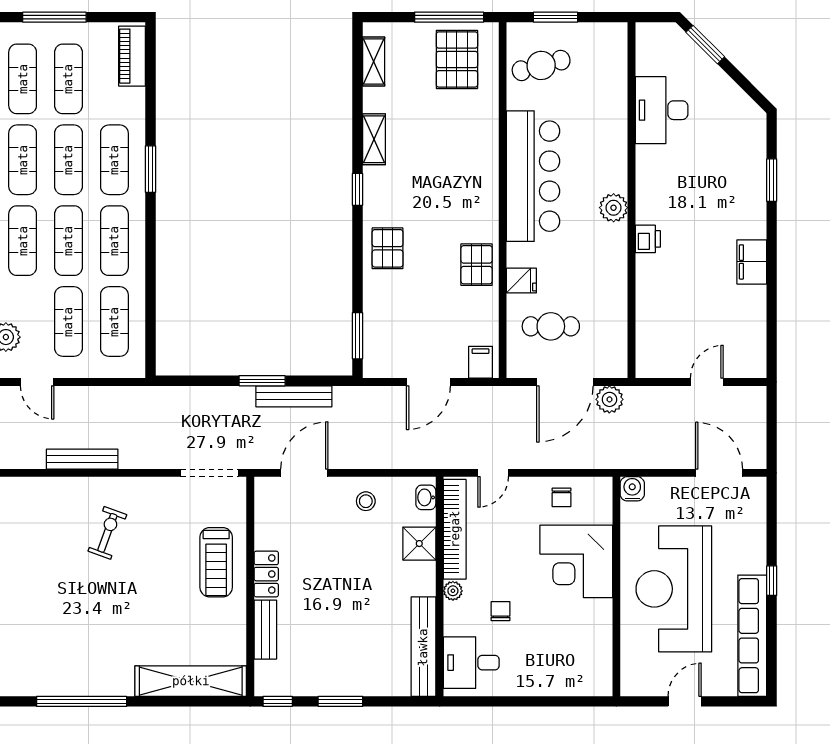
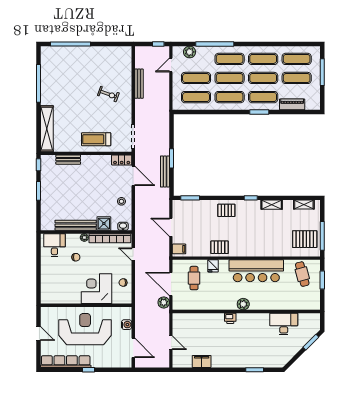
piano: (132, 56) -> (292, 104), moved
filing cabinet: (752, 262) -> (202, 361), moved
door: (719, 473) -> (133, 348), hinge flipped
water cooler: (632, 489) -> (127, 325), moved
locker: (266, 574) -> (122, 160), moved
bench: (423, 647) -> (76, 225), moved

